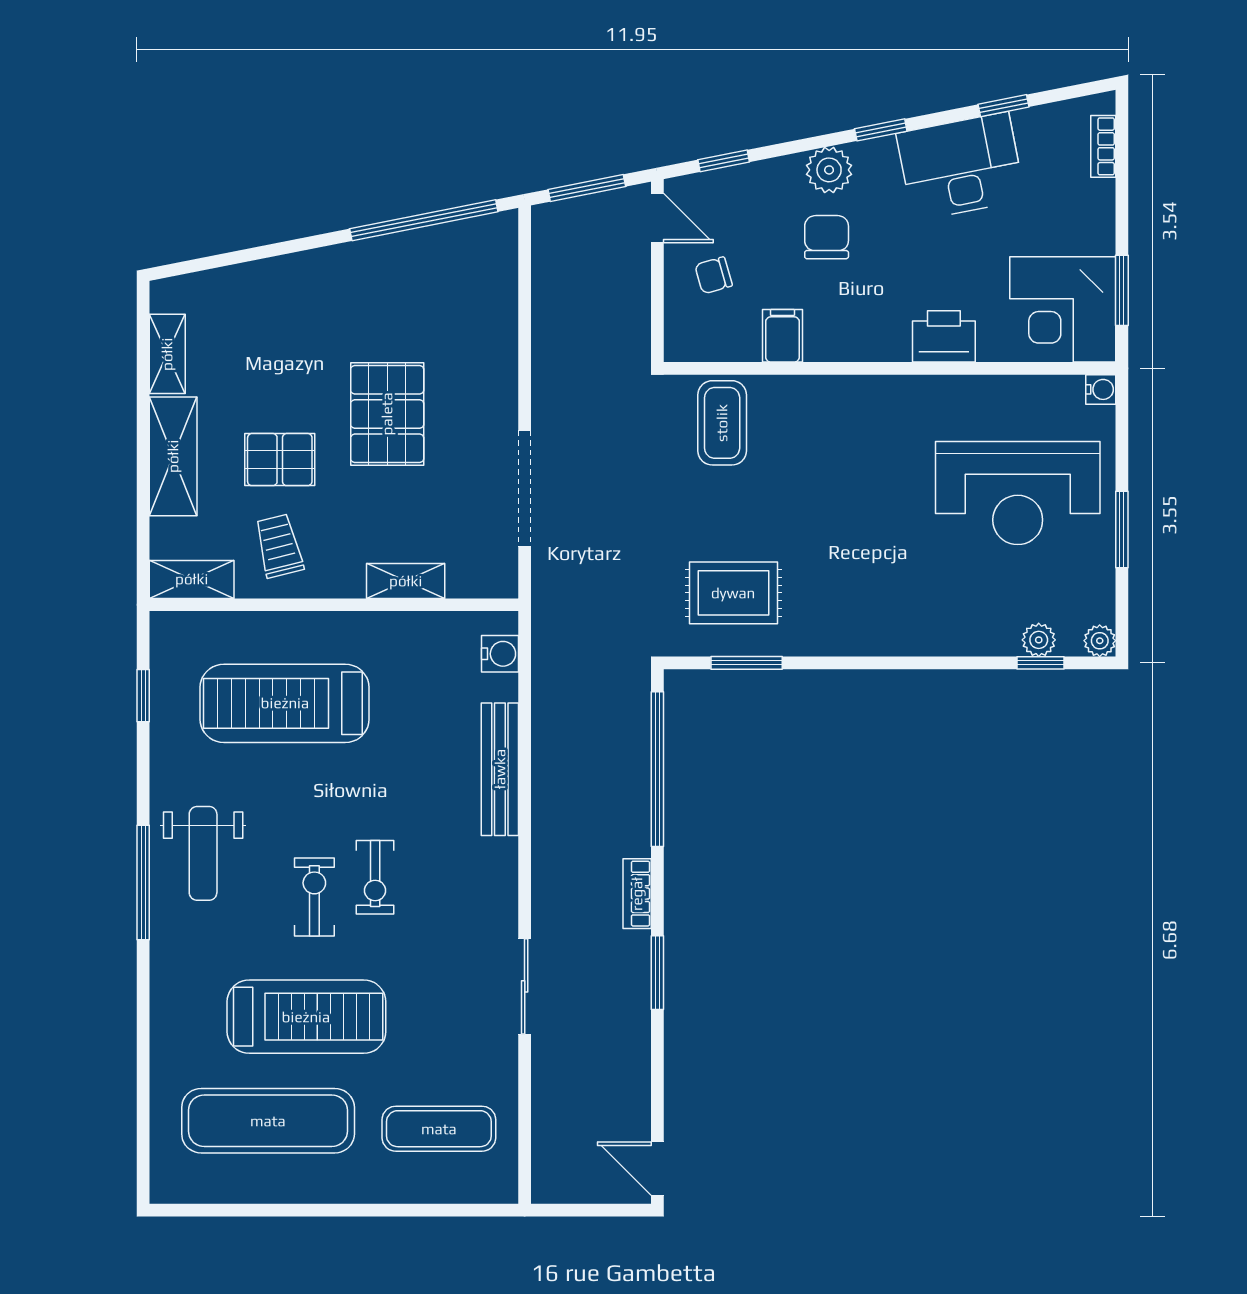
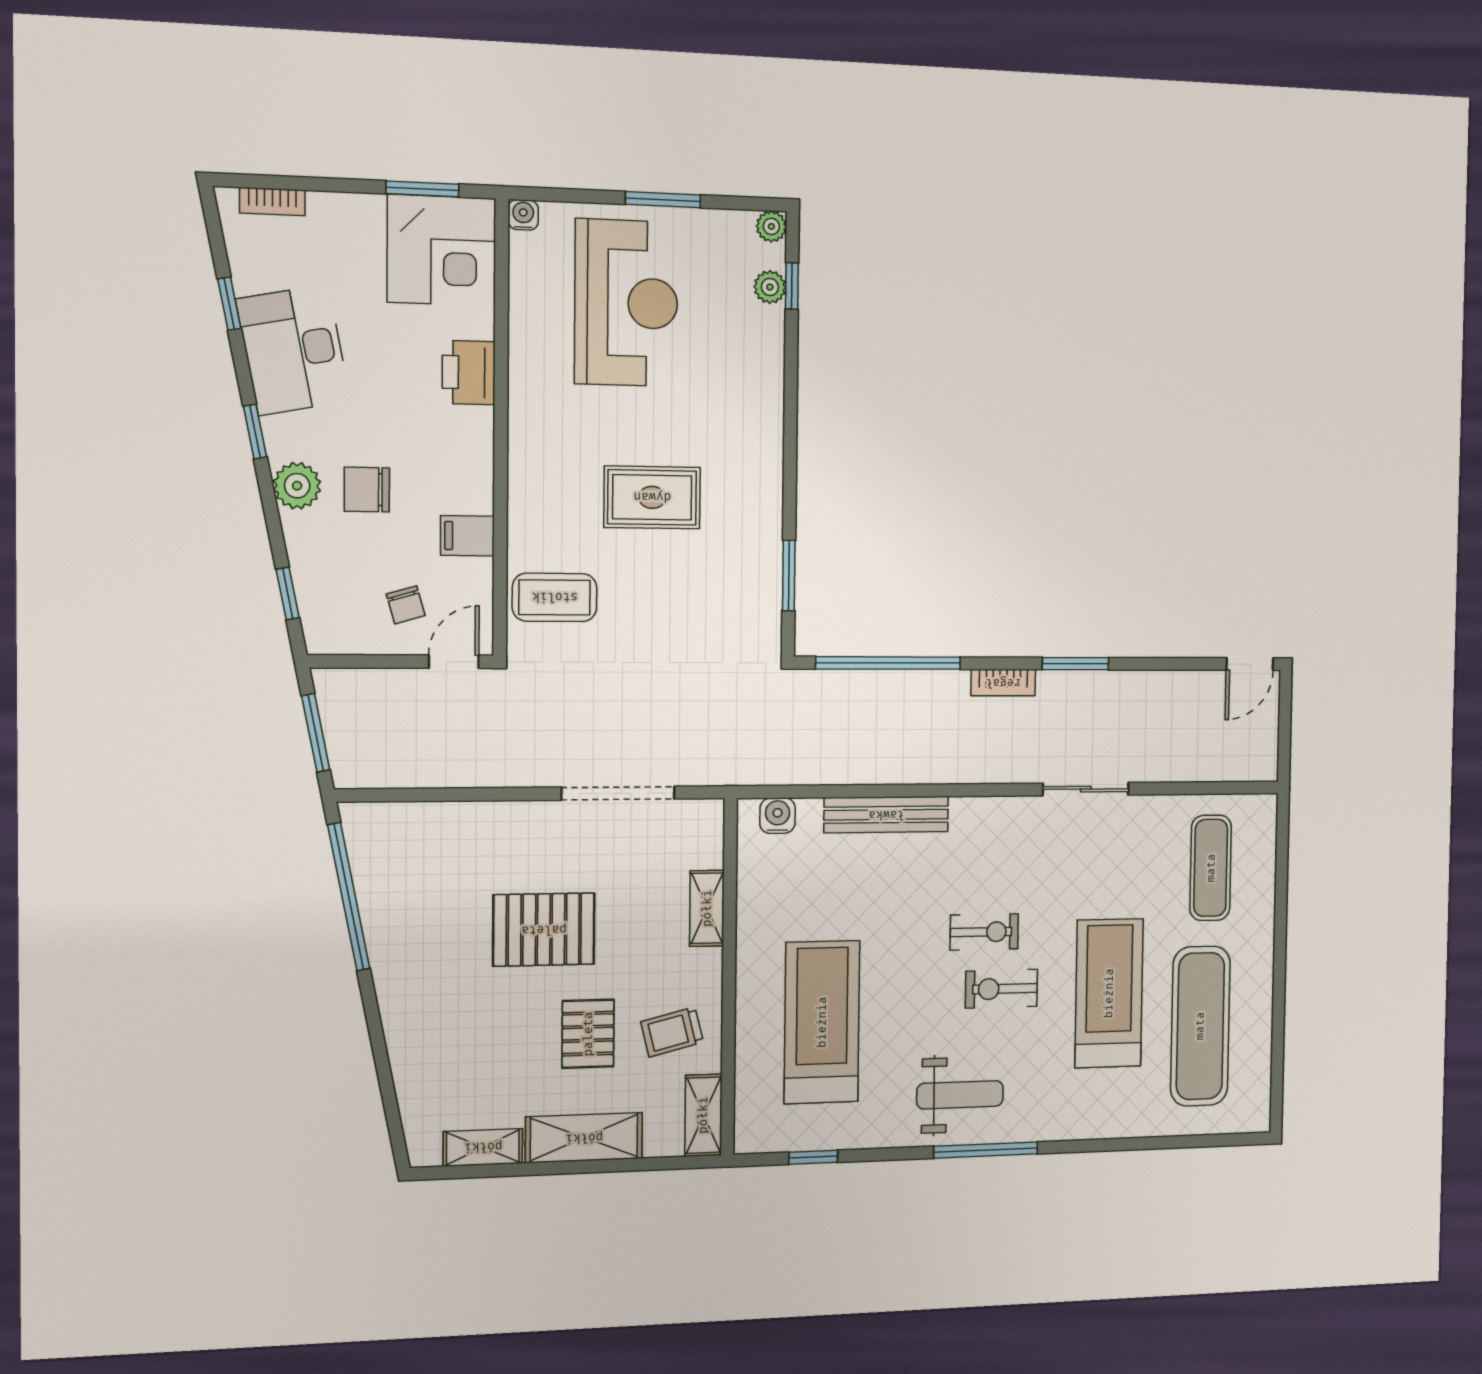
door: (657, 218) -> (454, 662), moved
rug: (733, 593) -> (652, 497), moved, turned 90
treadmill: (285, 703) -> (822, 1022), turned 180

